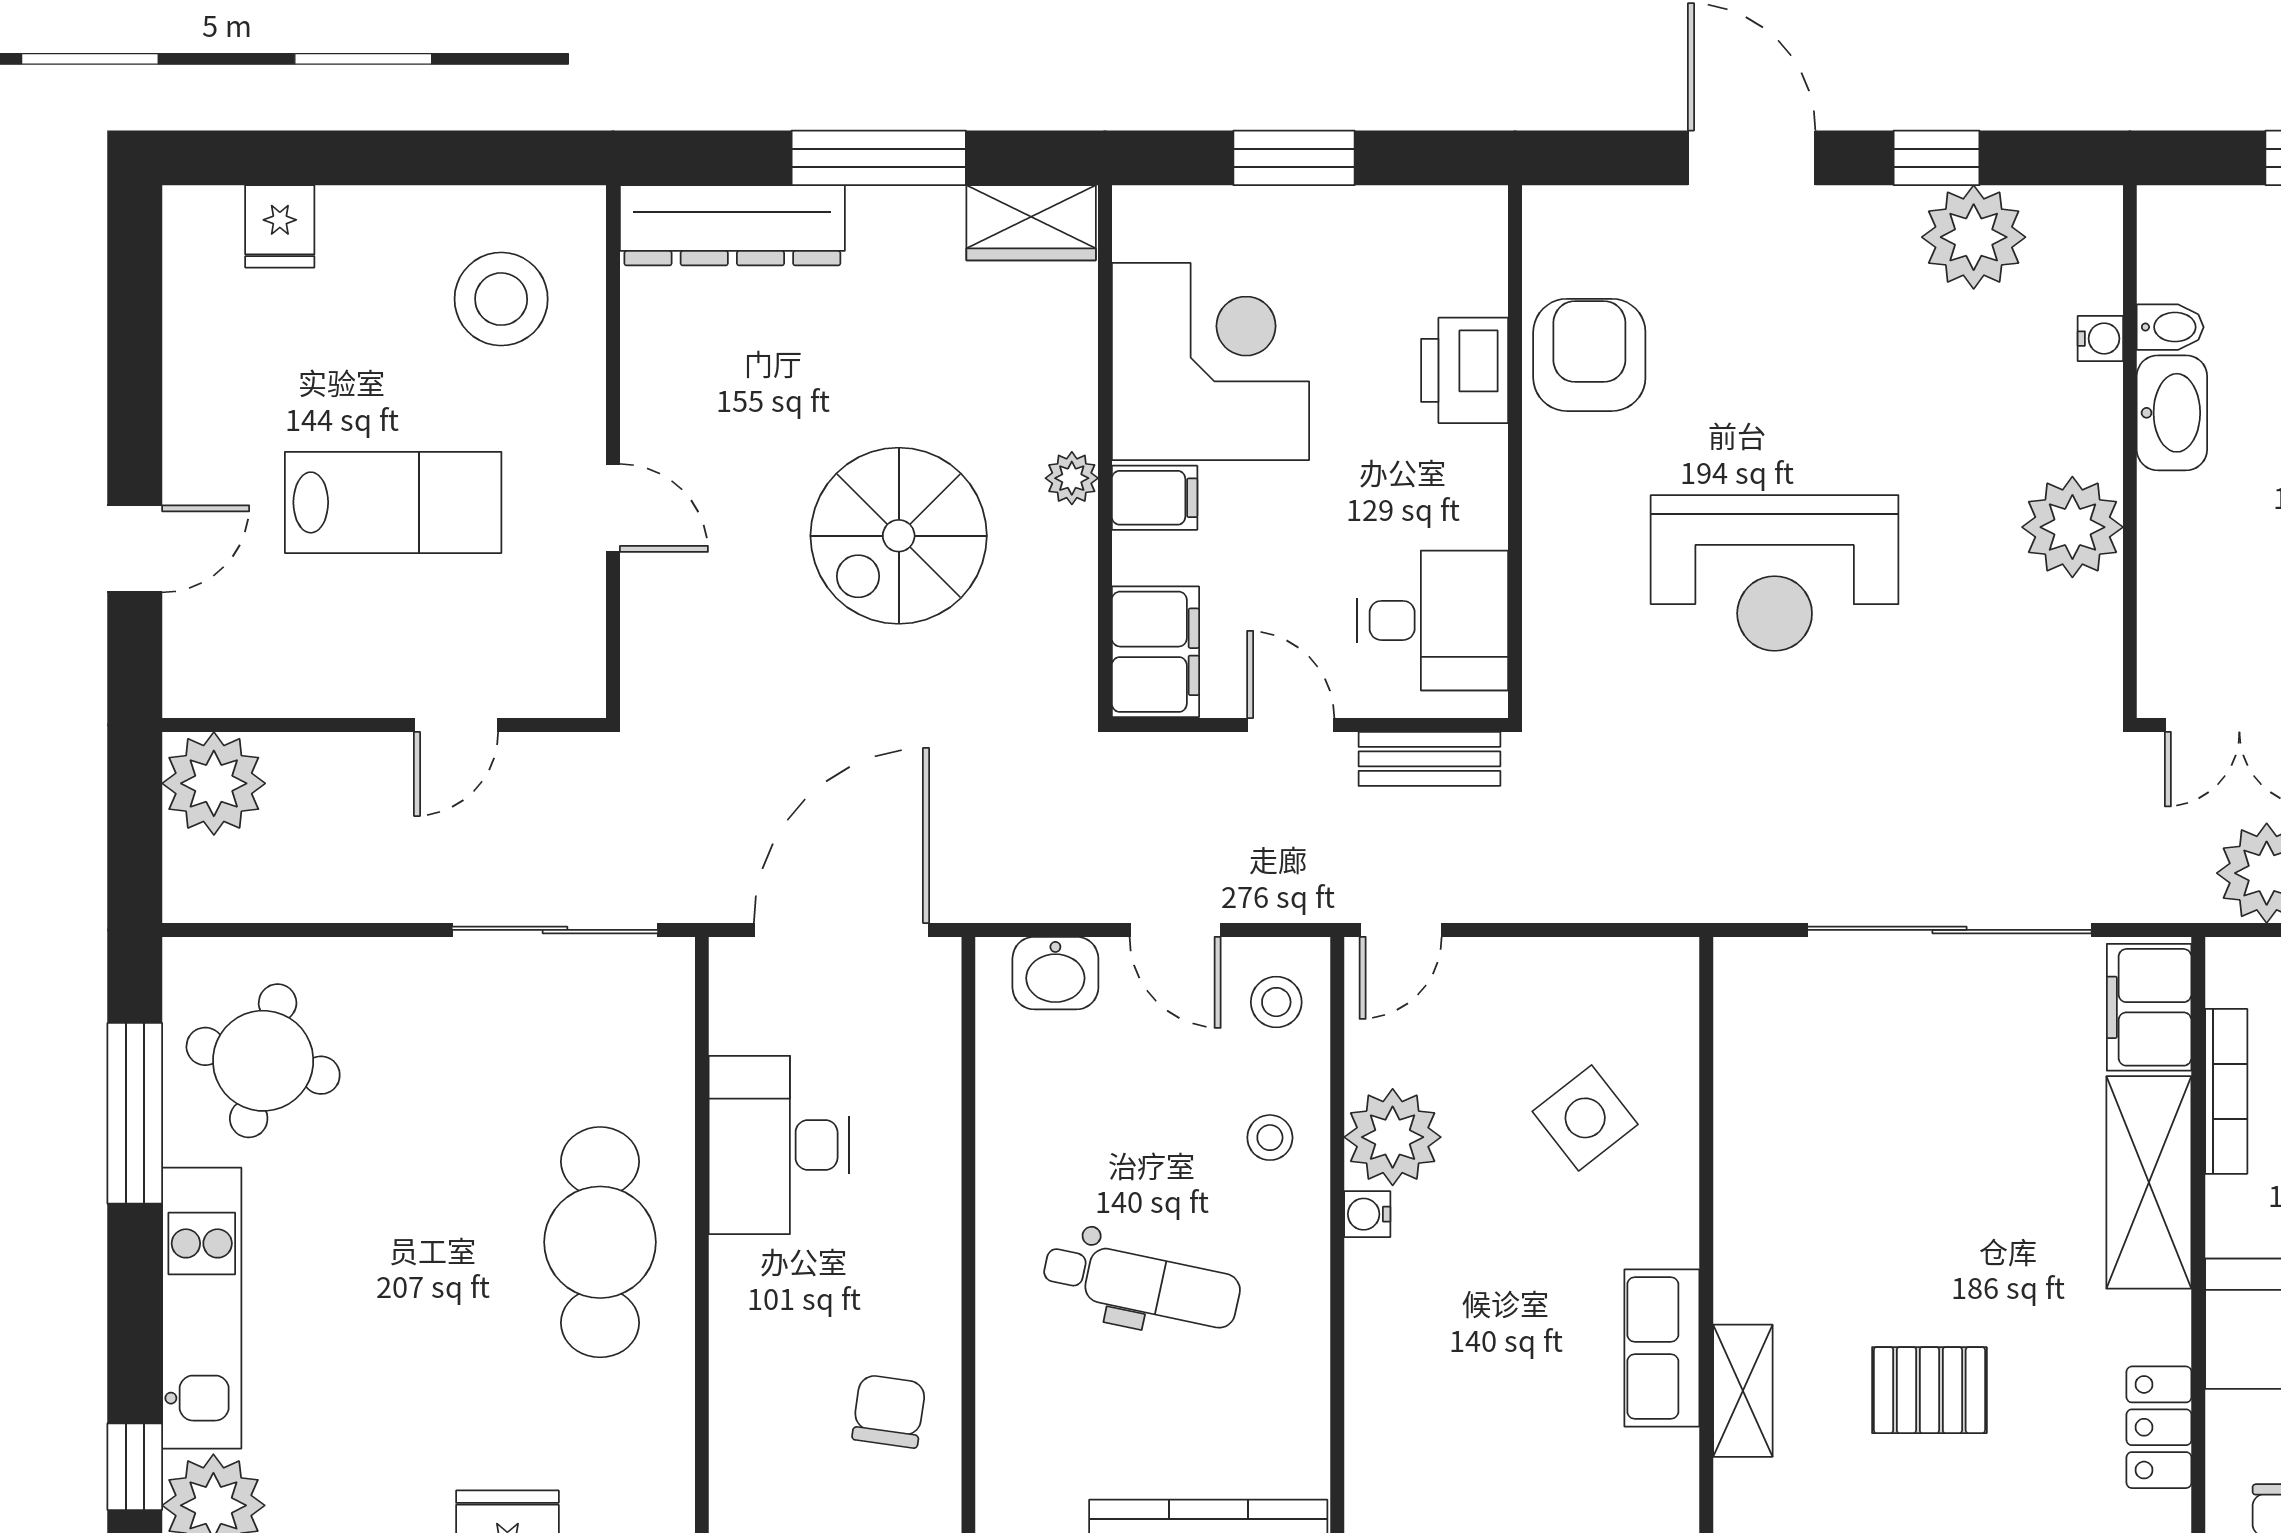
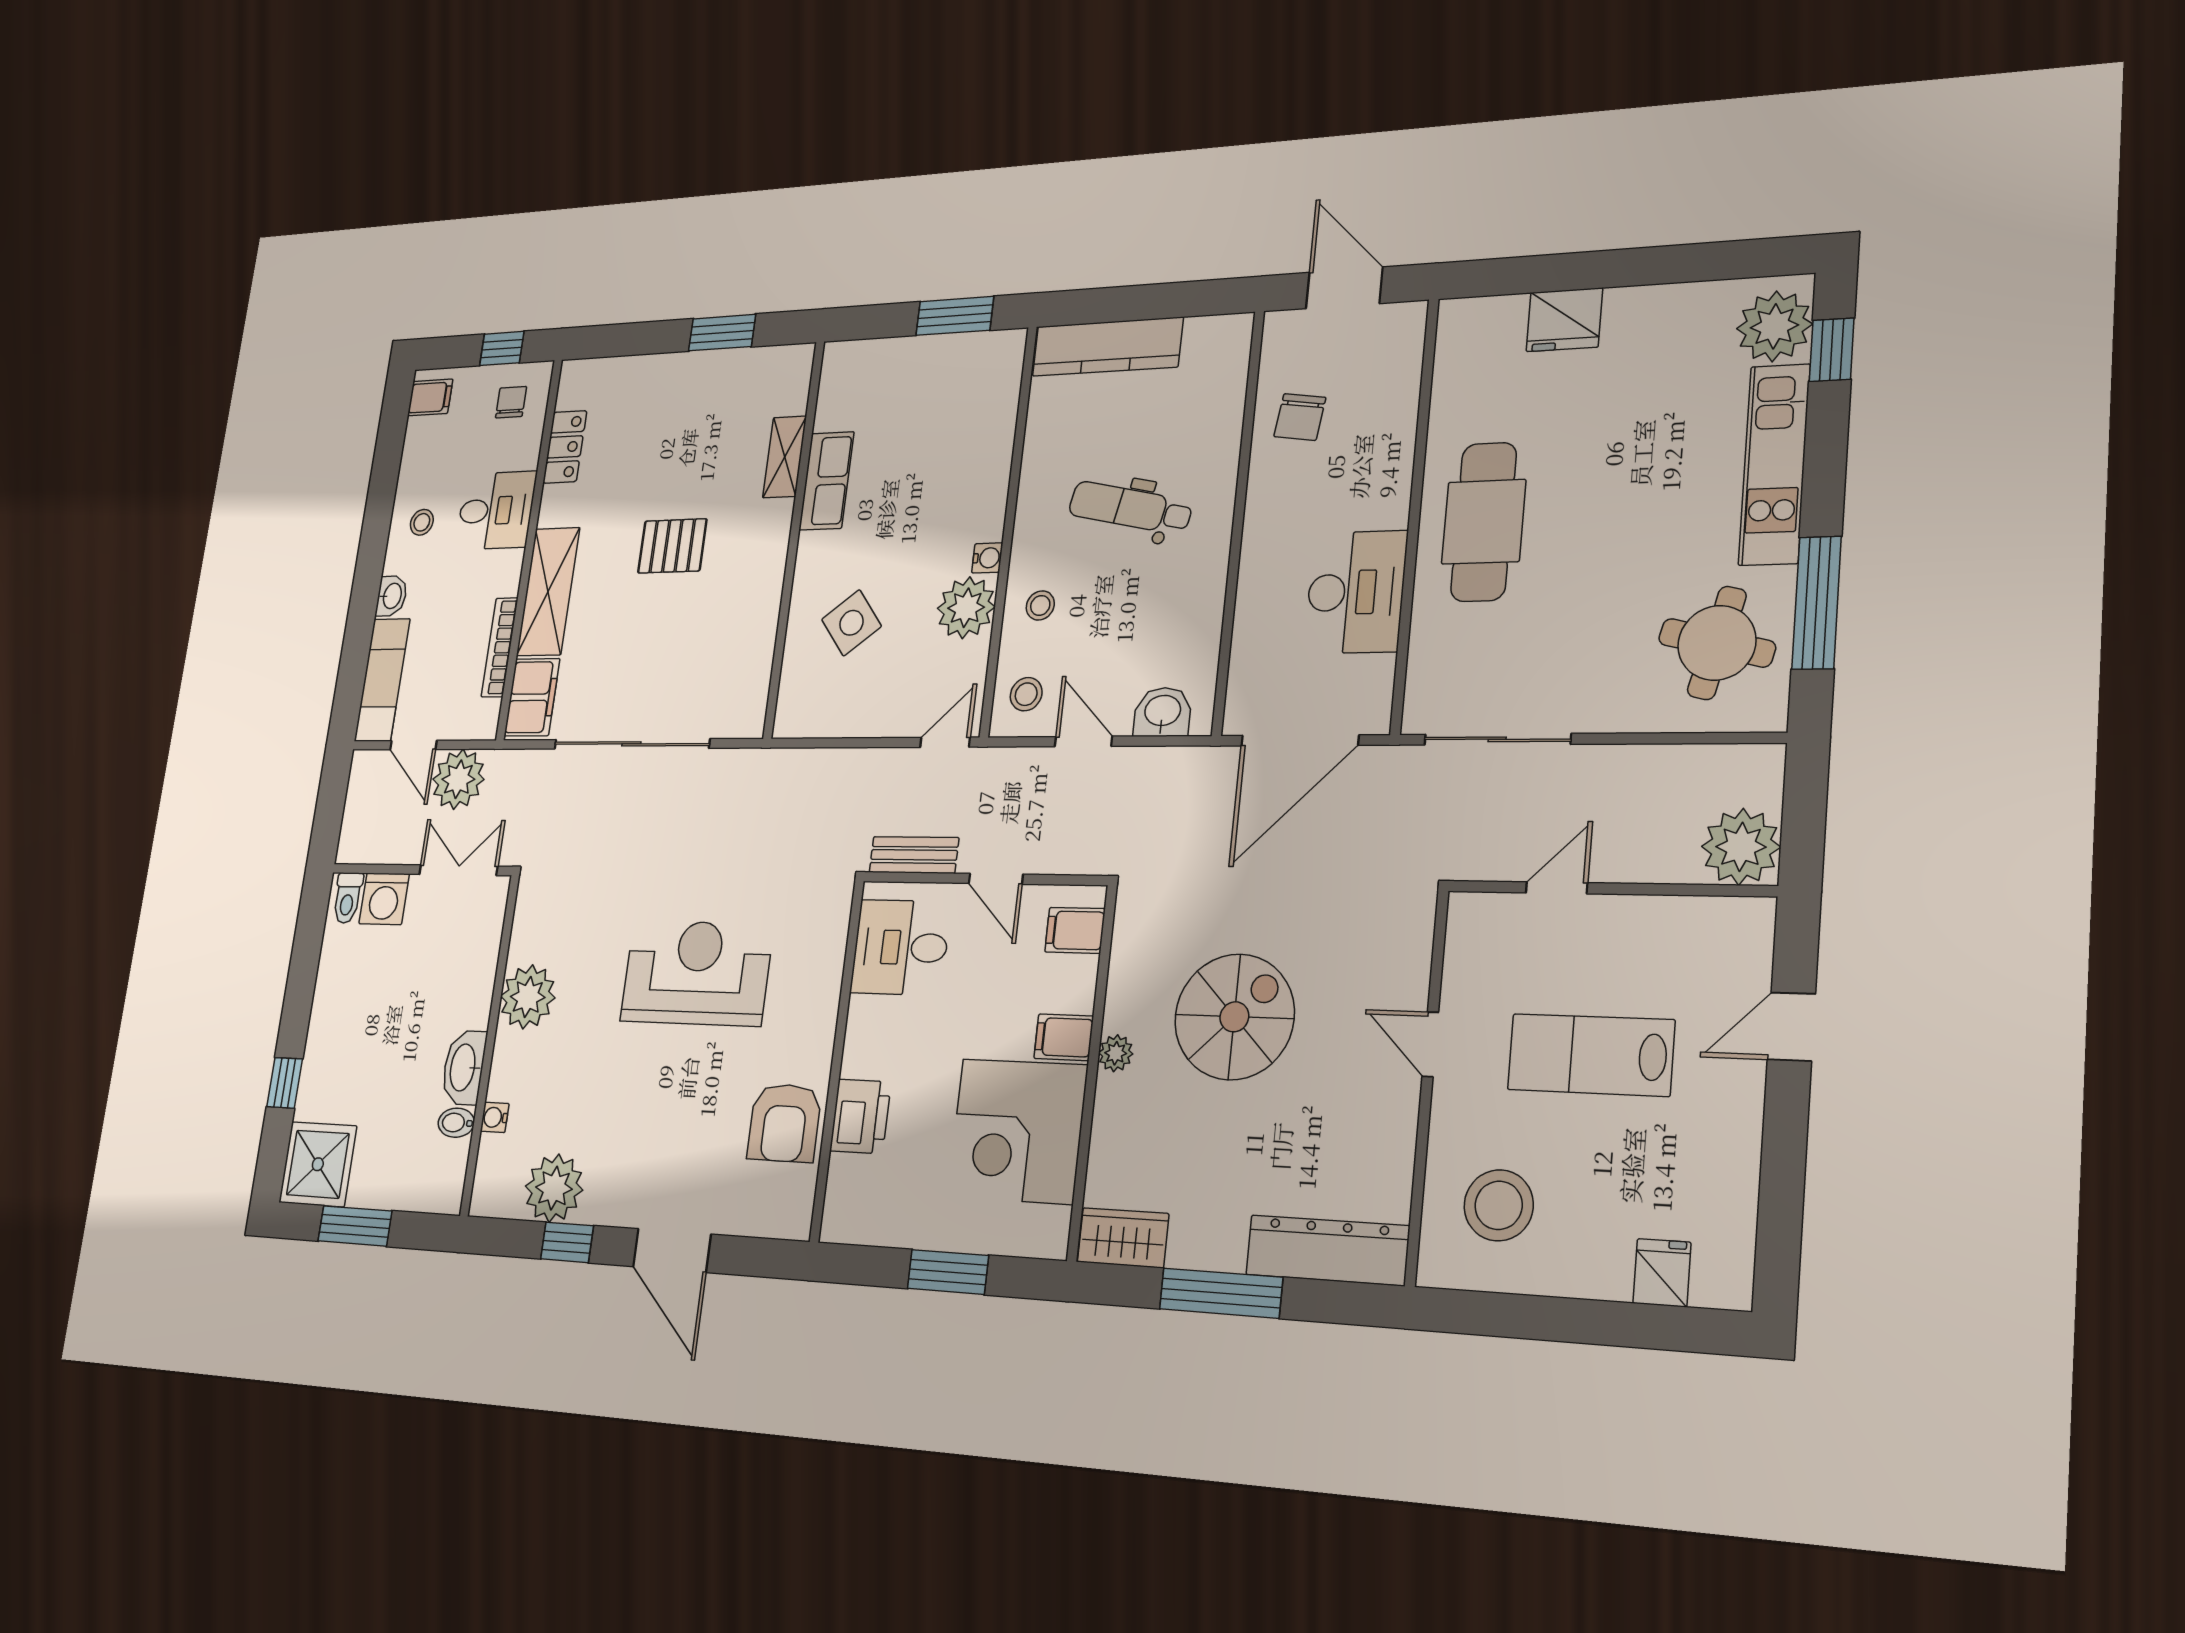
filing cabinet: (1155, 652) -> (1075, 930), width x0.50
pallet: (1929, 1390) -> (672, 546), moved

